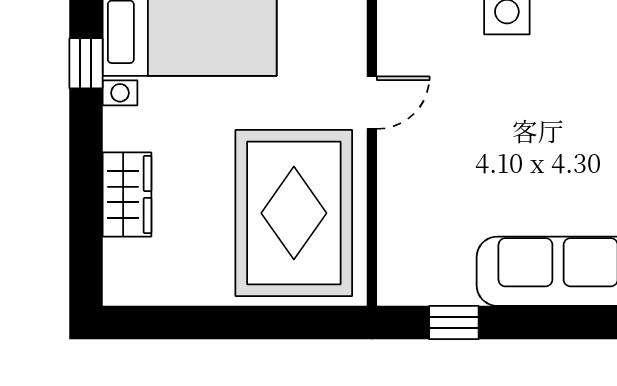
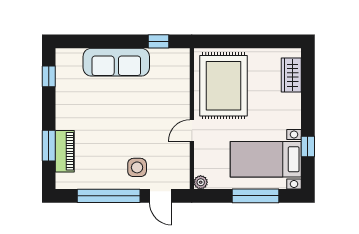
wardrobe: (127, 195) -> (291, 75), moved

